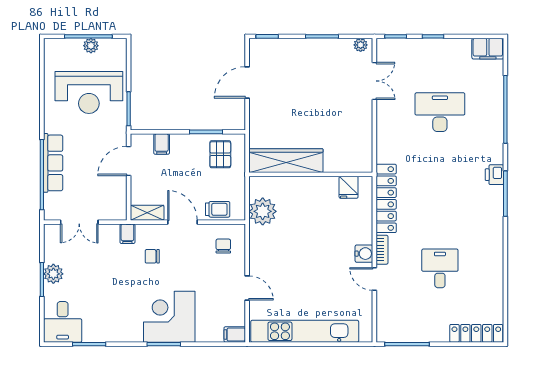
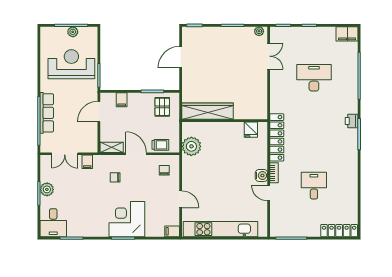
reception desk: (89, 92) -> (71, 64), turned 180
filing cabinet: (127, 234) -> (87, 162), moved

